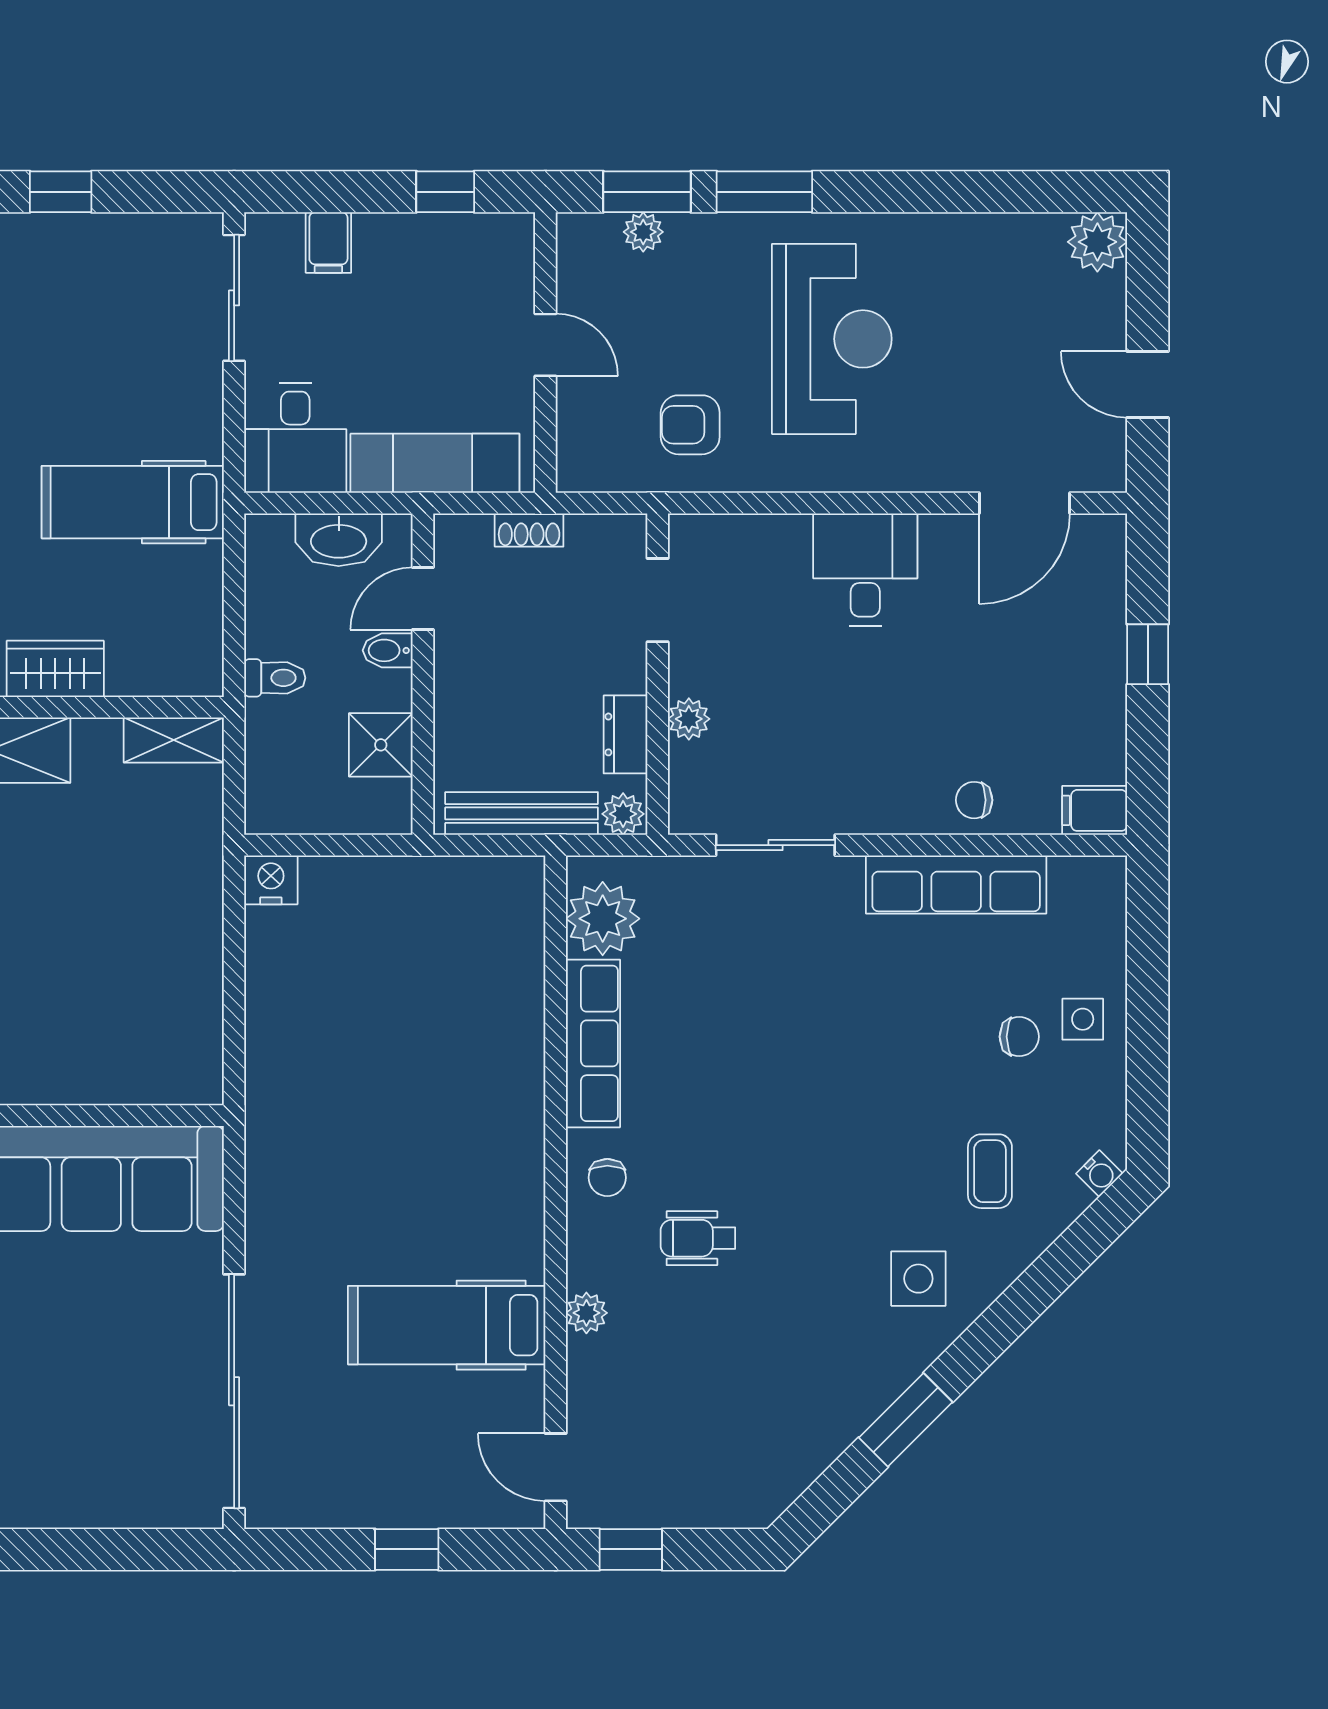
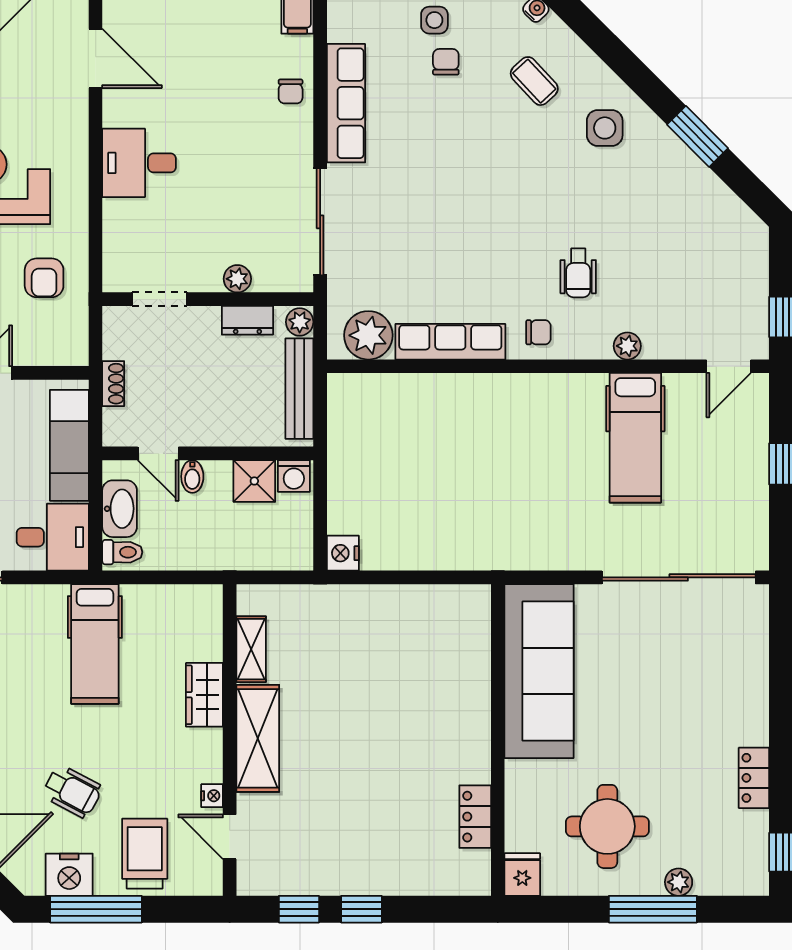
toilet: (275, 678) -> (122, 552), moved, turned 90
shelving: (174, 740) -> (251, 649), moved
washing machine: (388, 805) -> (294, 476), added
sliding door: (775, 845) -> (320, 222), width x1.37
coffee table: (990, 1171) -> (534, 81), turned 47

